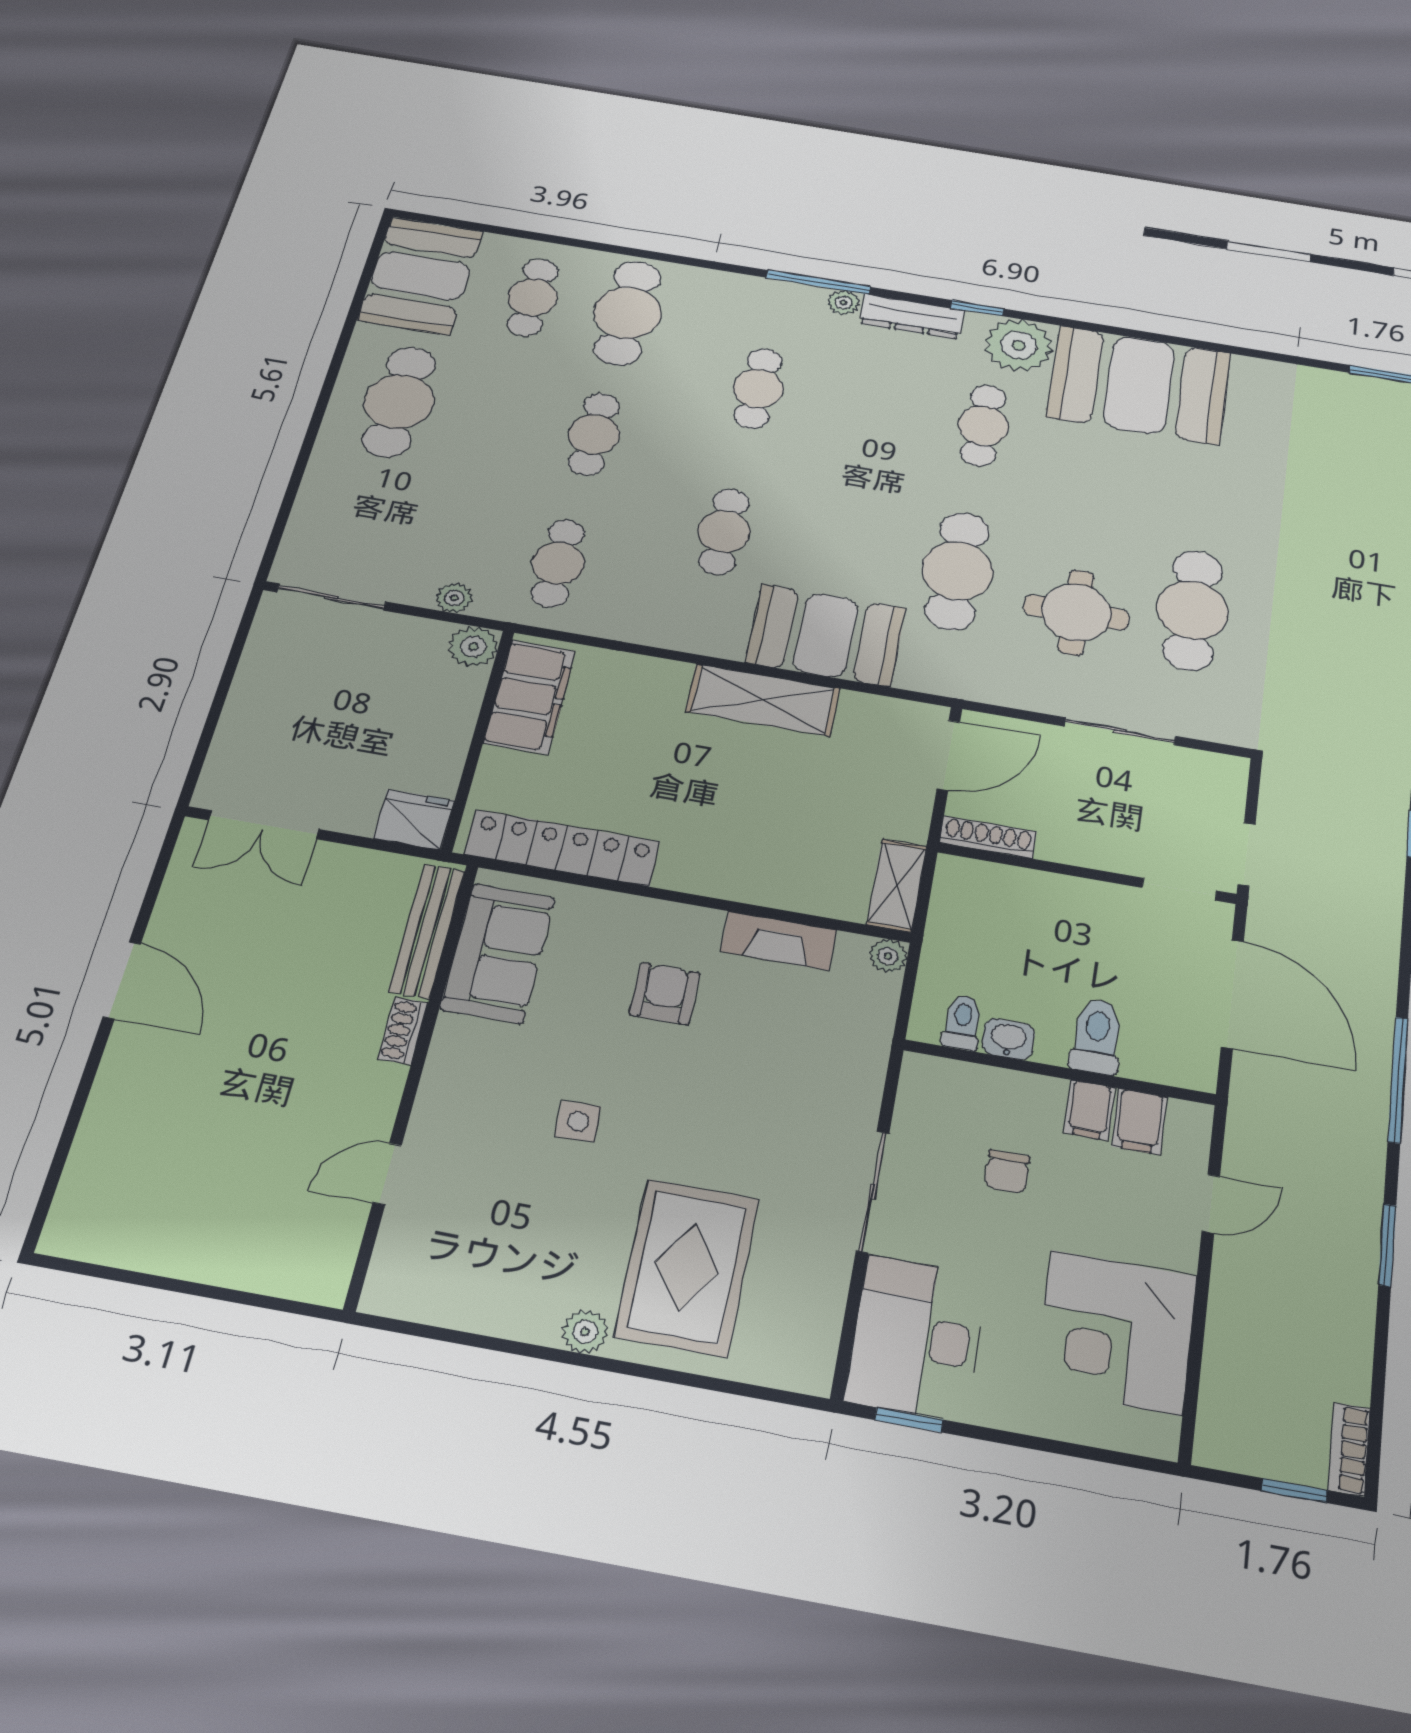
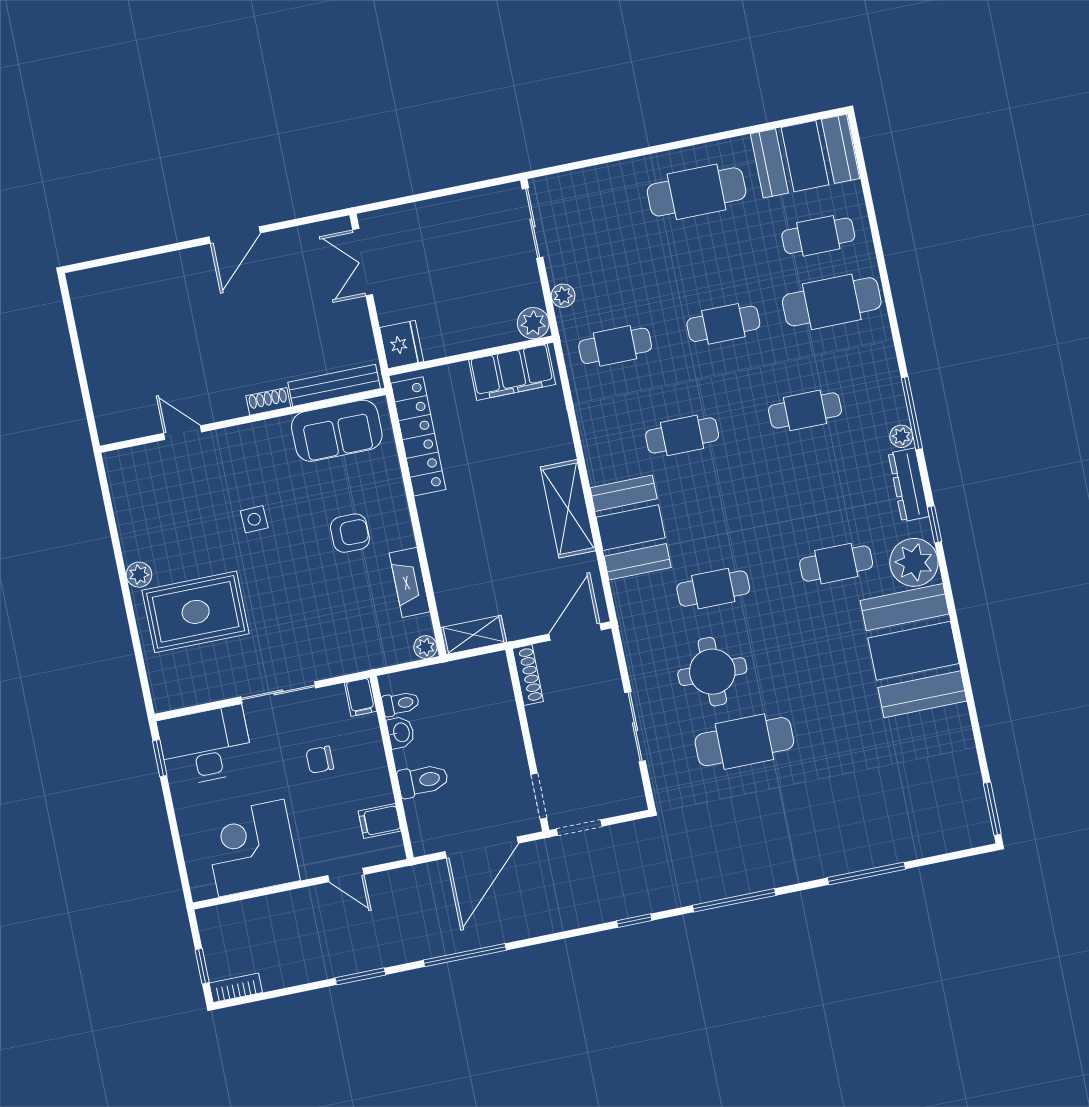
cafe table: (957, 571) -> (713, 589), width x0.73, depth x0.74
door: (948, 755) -> (575, 632), swing flipped
filing cabinet: (1090, 1110) -> (360, 697), moved, turned -90

